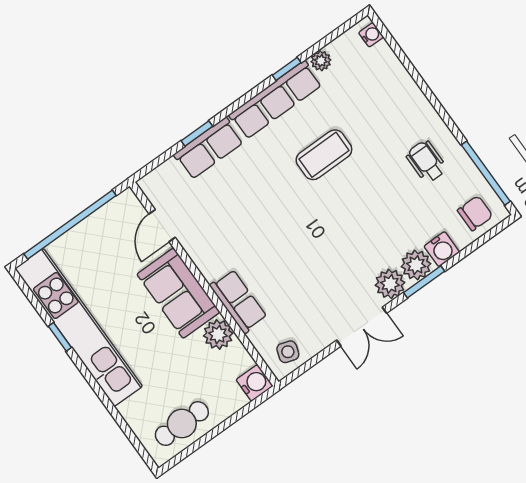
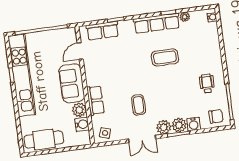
row of seats: (209, 148) -> (103, 31), moved
coffee table: (322, 268) -> (139, 105), added
water cooler: (255, 383) -> (82, 124), moved
cafe table: (182, 424) -> (44, 140), width x1.37, depth x1.35

